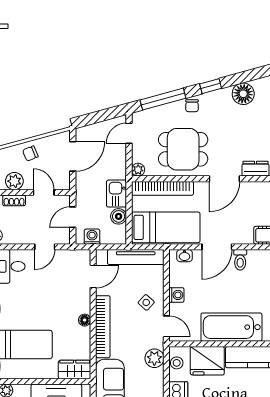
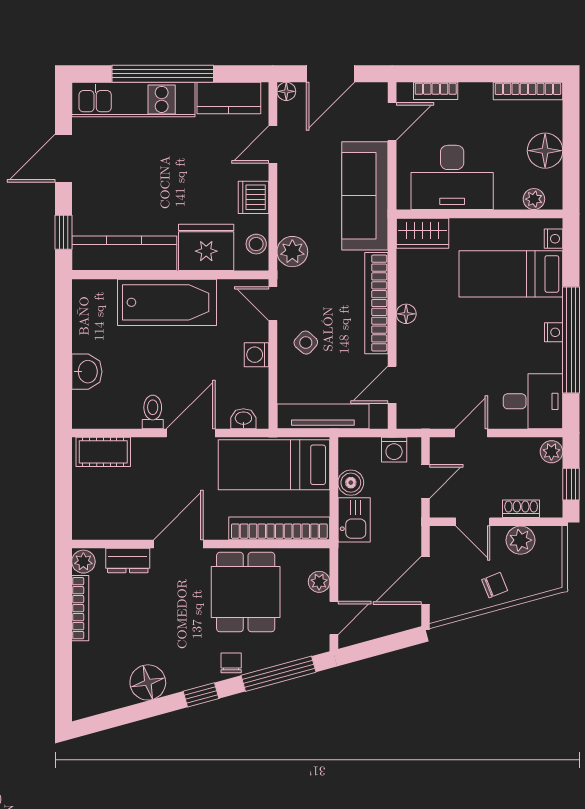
dining table: (183, 149) -> (246, 592), turned 90
plant: (138, 170) -> (319, 582), moved

